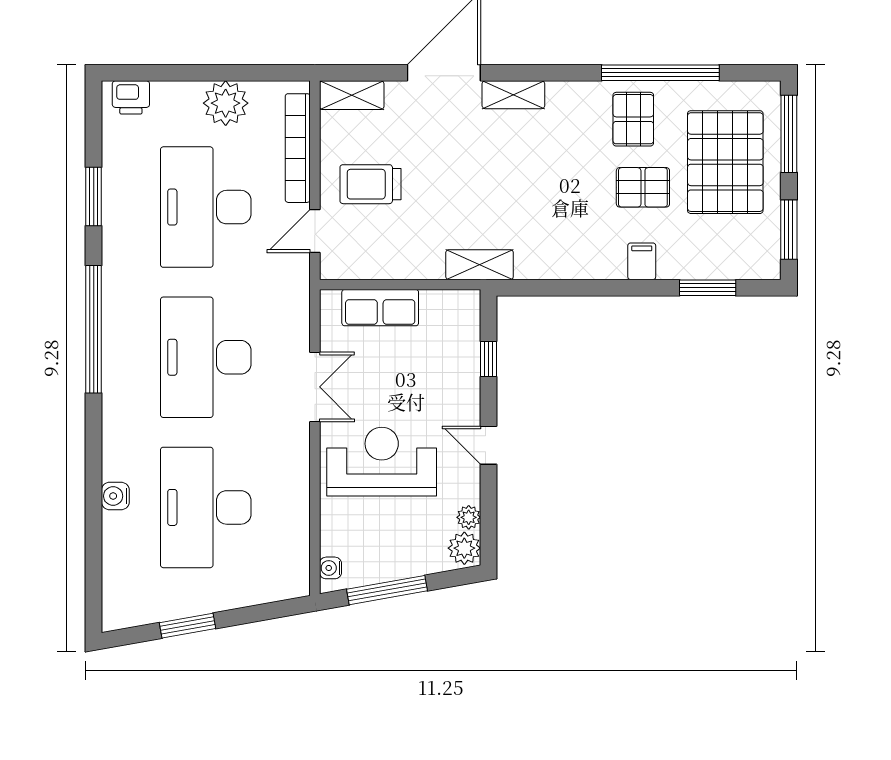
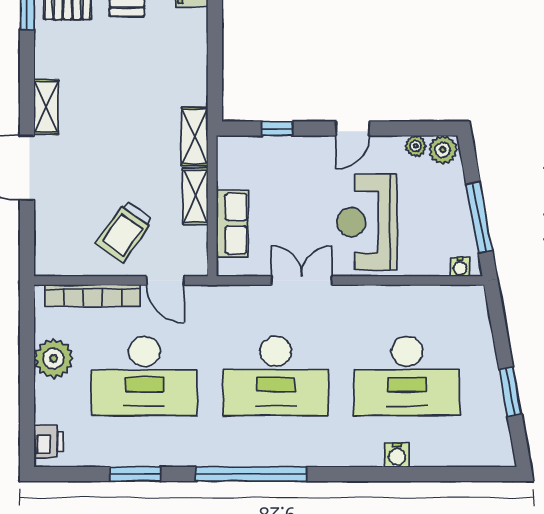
shelving: (352, 95) -> (195, 196), moved
trolley: (370, 184) -> (124, 232), turned 35

